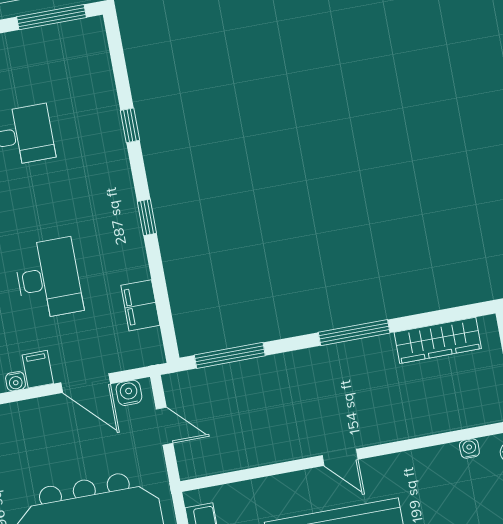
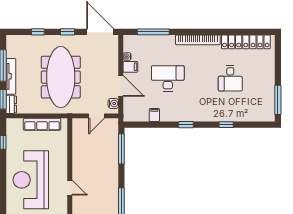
desk: (48, 279) -> (168, 78), turned 180
filing cabinet: (140, 305) -> (154, 115), width x0.50
door: (86, 383) -> (121, 86), swing flipped
door: (340, 457) -> (70, 188), swing flipped

